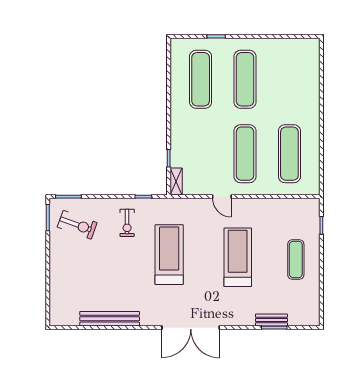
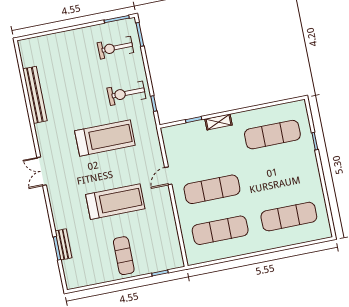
exercise mat: (245, 79) -> (289, 217), moved
shelving: (176, 182) -> (218, 122), moved
exercise bike: (127, 223) -> (126, 93), width x1.38, depth x1.39
exercise bike: (77, 225) -> (115, 48), turned 70
exercise mat: (296, 259) -> (124, 256), turned 90
double door: (191, 328) -> (42, 171), width x0.54

